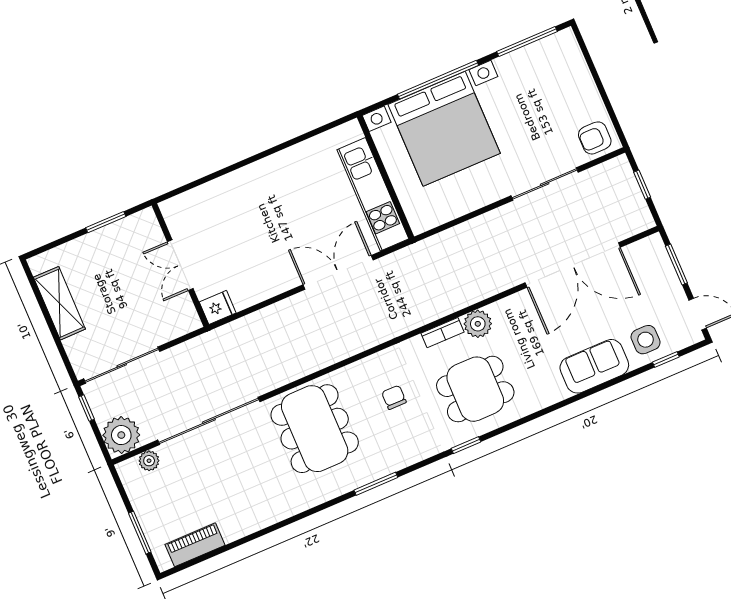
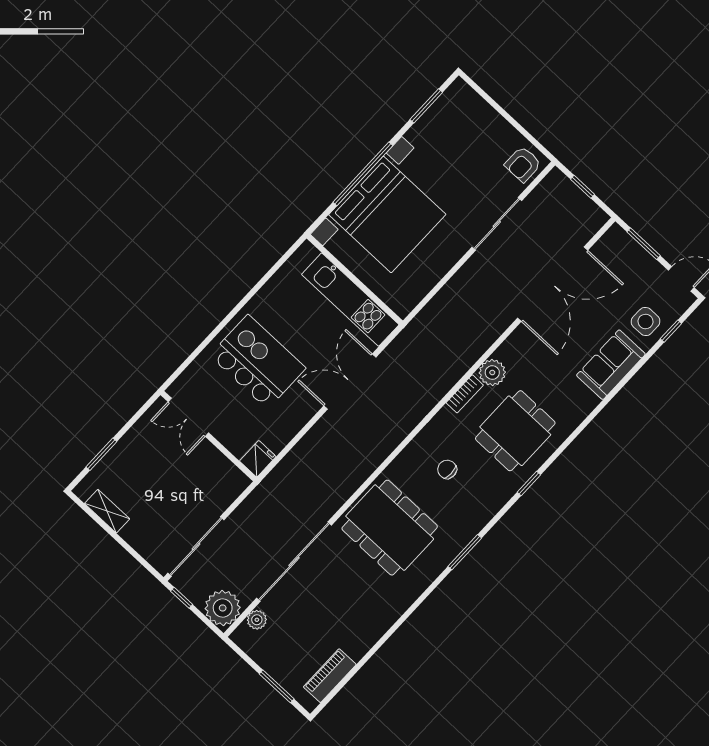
window: (527, 42) -> (426, 106), width x0.69
kitchen island: (258, 215) -> (258, 362), added
window: (106, 222) -> (101, 454), moved
double door: (180, 265) -> (188, 417), moved
shelving: (59, 303) -> (107, 511), width x0.67, depth x0.75

